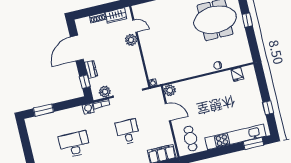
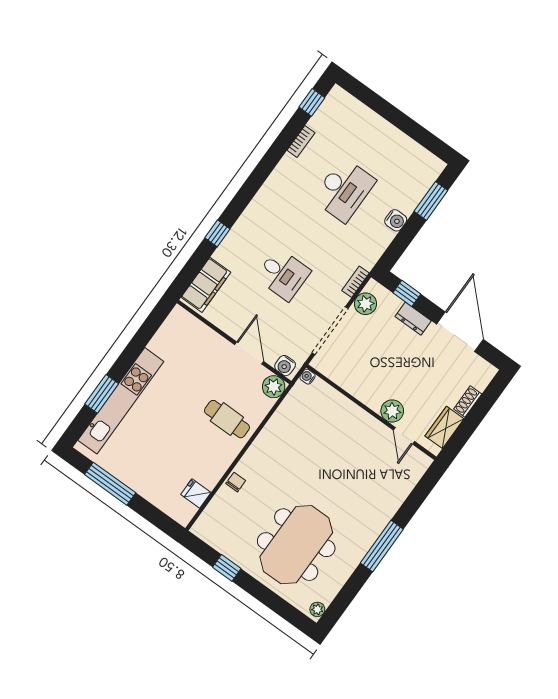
window: (247, 20) -> (227, 568), moved
door: (135, 26) -> (404, 436), hinge flipped
water cooler: (158, 95) -> (285, 366), added
window: (268, 108) -> (110, 484), width x2.17
water cooler: (88, 109) -> (396, 220), moved
door: (168, 112) -> (249, 353), swing flipped
cafe table: (191, 138) -> (227, 419), moved
window: (253, 143) -> (102, 394), moved

